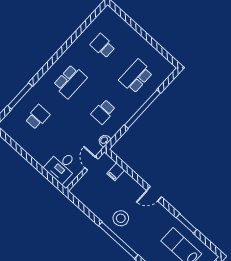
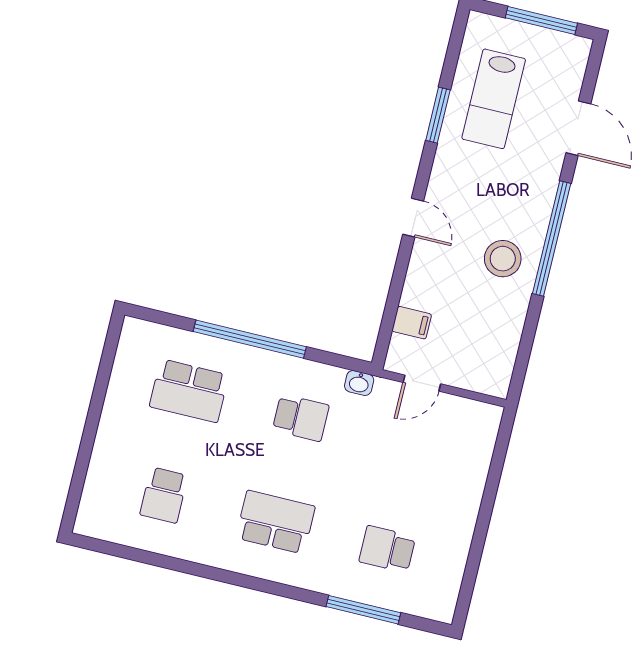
desk: (62, 166) -> (462, 442), removed

